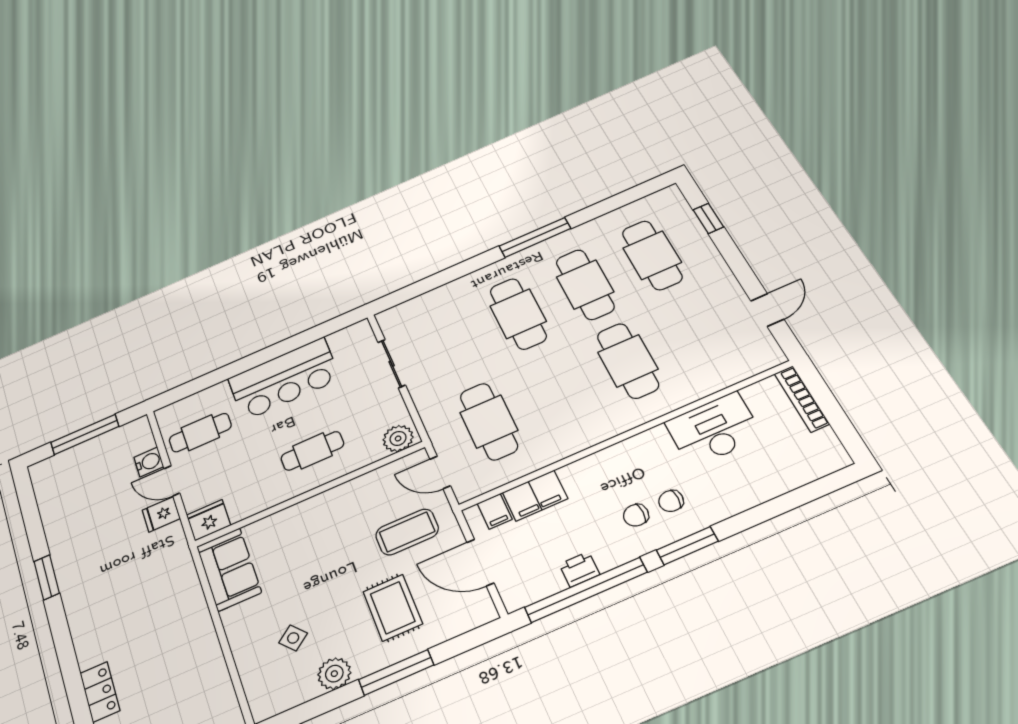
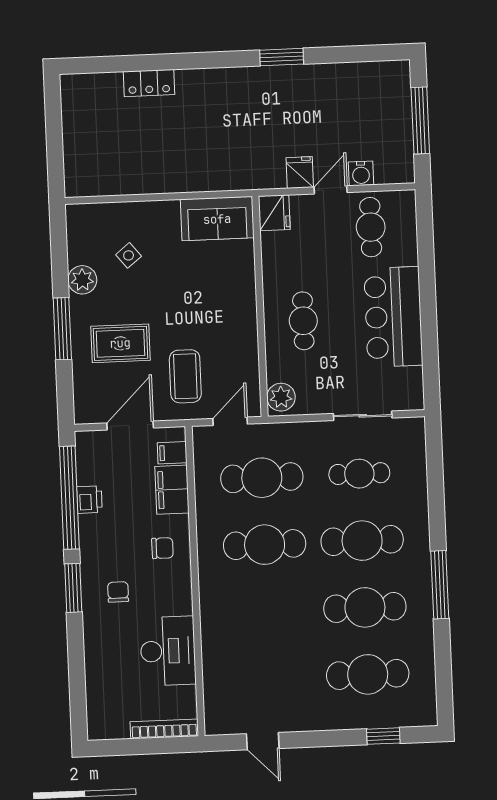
cafe table: (451, 343) -> (359, 474), added
cafe table: (628, 361) -> (265, 545), moved
chair: (636, 515) -> (162, 548), moved, turned 90

